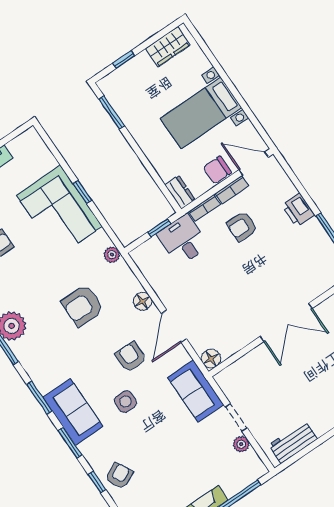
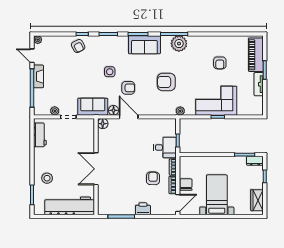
dresser: (180, 192) -> (255, 161), moved
floor lamp: (142, 301) -> (114, 110), moved
armchair: (83, 306) -> (166, 82), turned -90
sofa: (73, 412) -> (144, 45), moved

